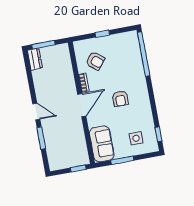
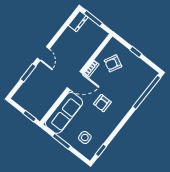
armchair: (95, 61) -> (113, 63), turned 78
sofa: (102, 144) -> (64, 113), width x1.36

